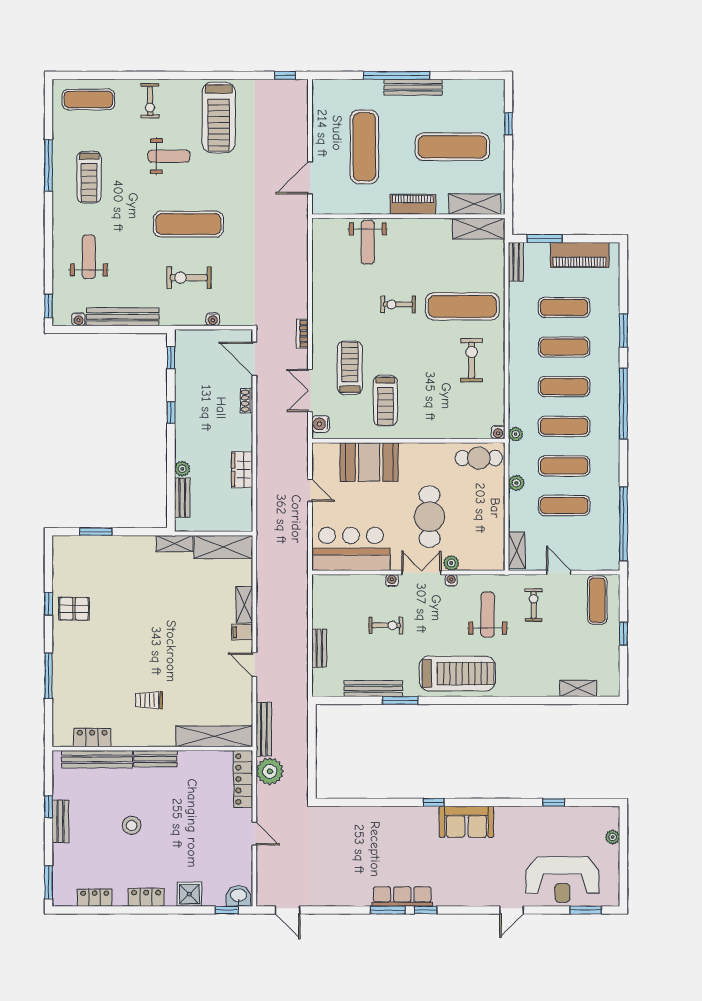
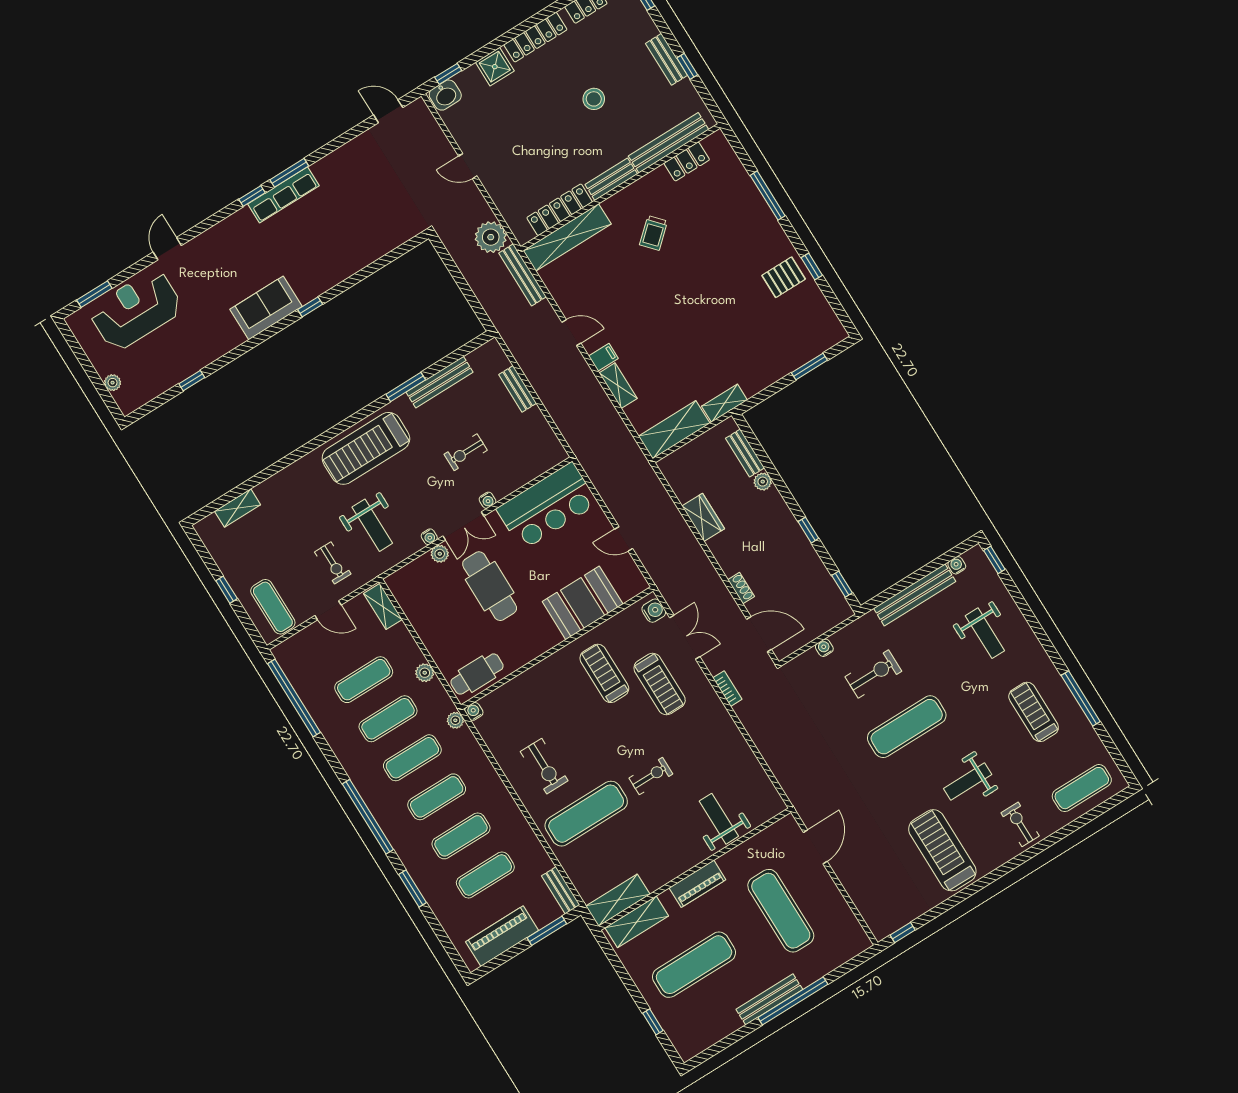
trolley: (149, 700) -> (654, 233), turned 138
locker: (243, 779) -> (560, 210), moved, turned -90
locker: (146, 897) -> (535, 37), width x1.53

